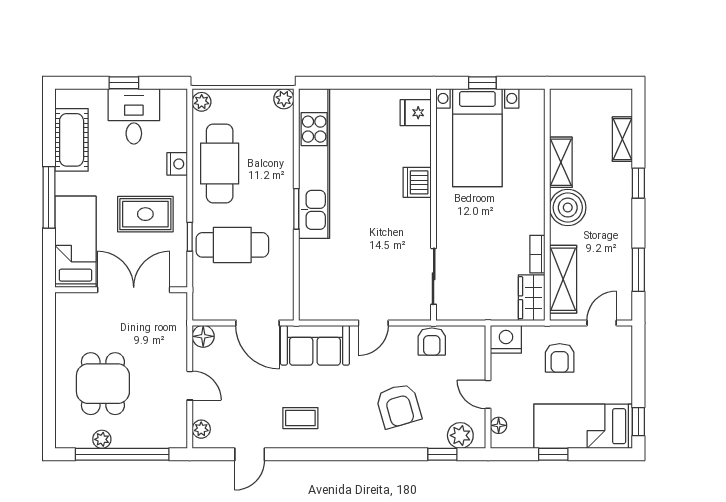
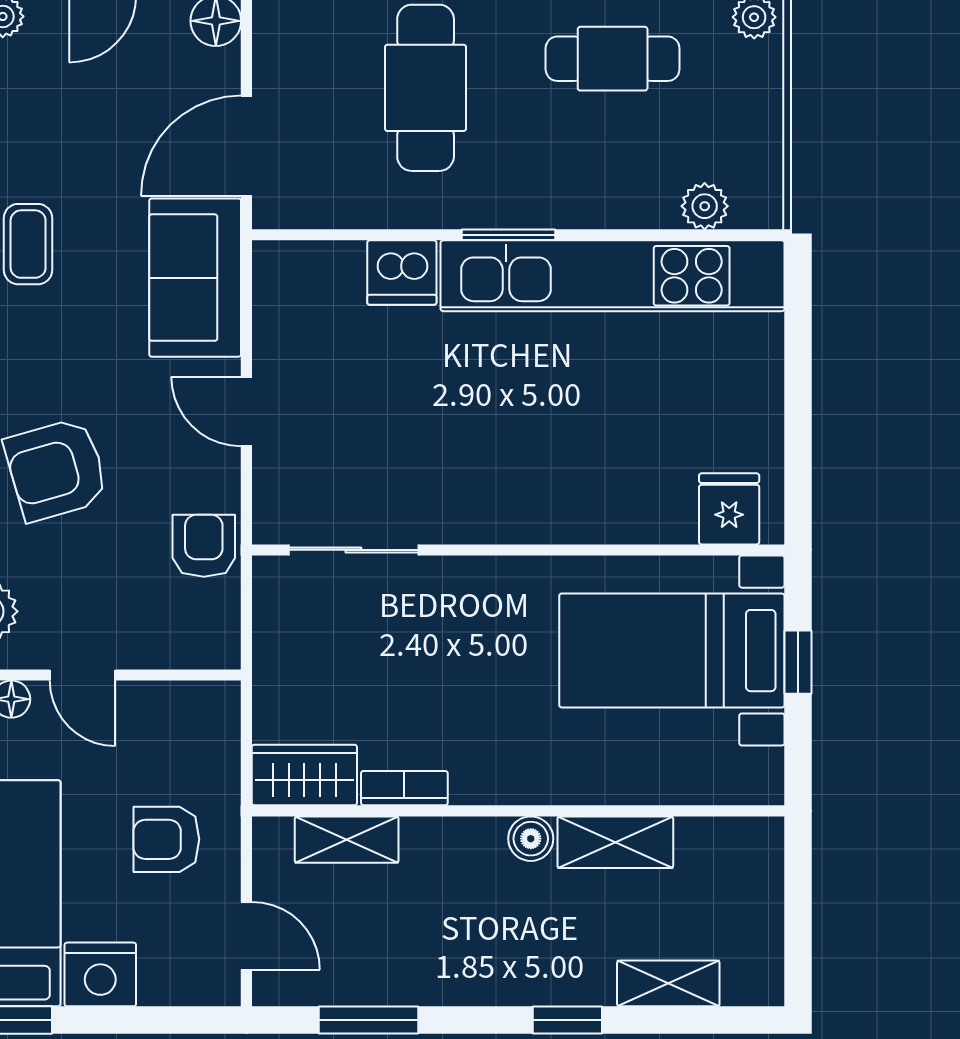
plant: (284, 99) -> (705, 206), moved
cafe table: (220, 163) -> (613, 59), width x0.73, depth x0.74
dishwasher: (417, 182) -> (402, 273), moved, turned 180
boiler: (568, 208) -> (531, 839), width x0.54, depth x0.54
shelving: (563, 279) -> (347, 840), width x0.67, depth x0.75
nightstand: (506, 339) -> (100, 974), moved, turned 90
armchair: (432, 342) -> (204, 546), turned 90
door: (488, 394) -> (82, 675), swing flipped

